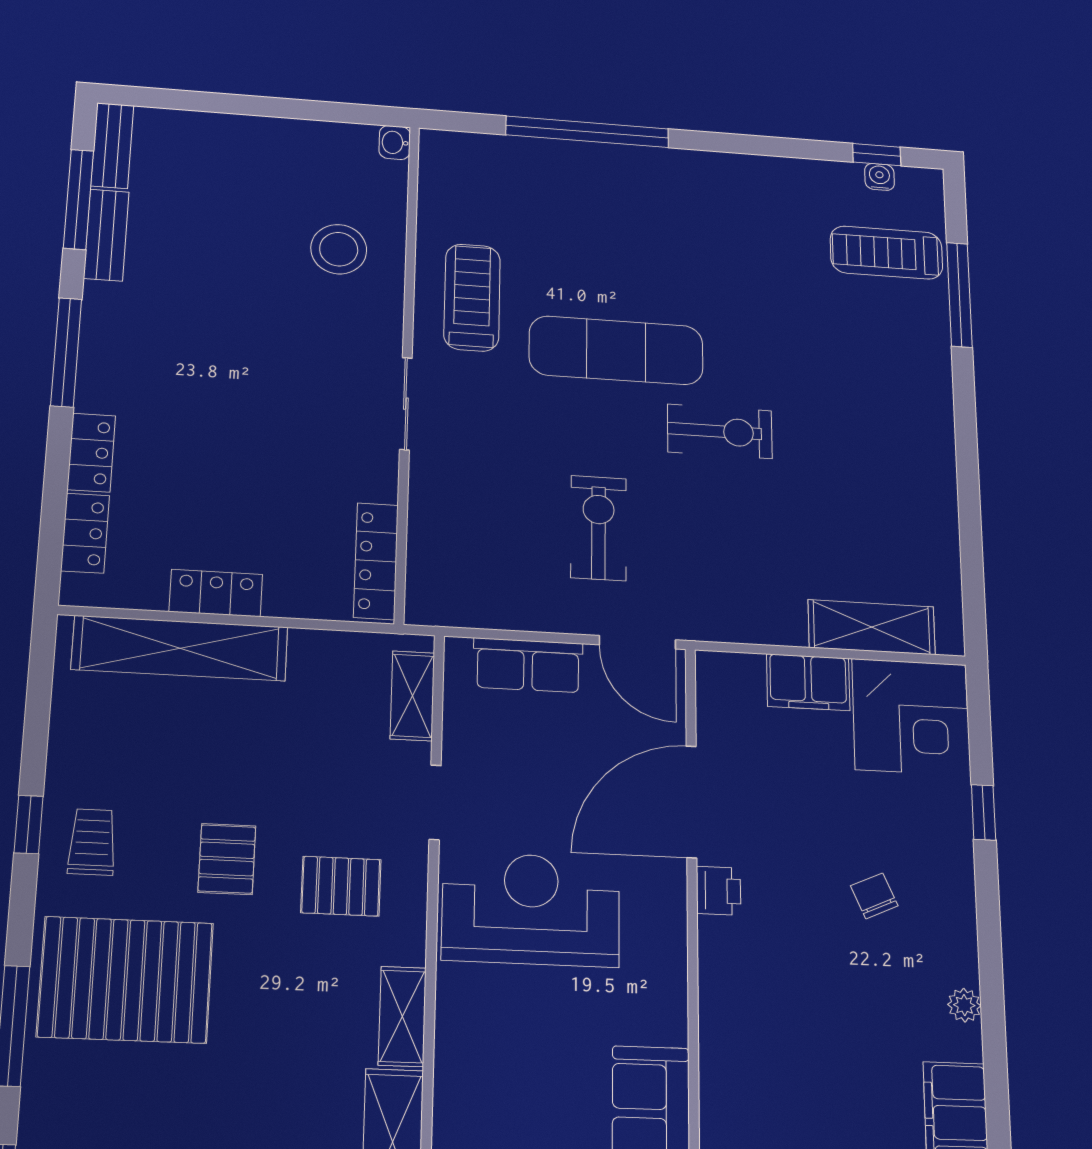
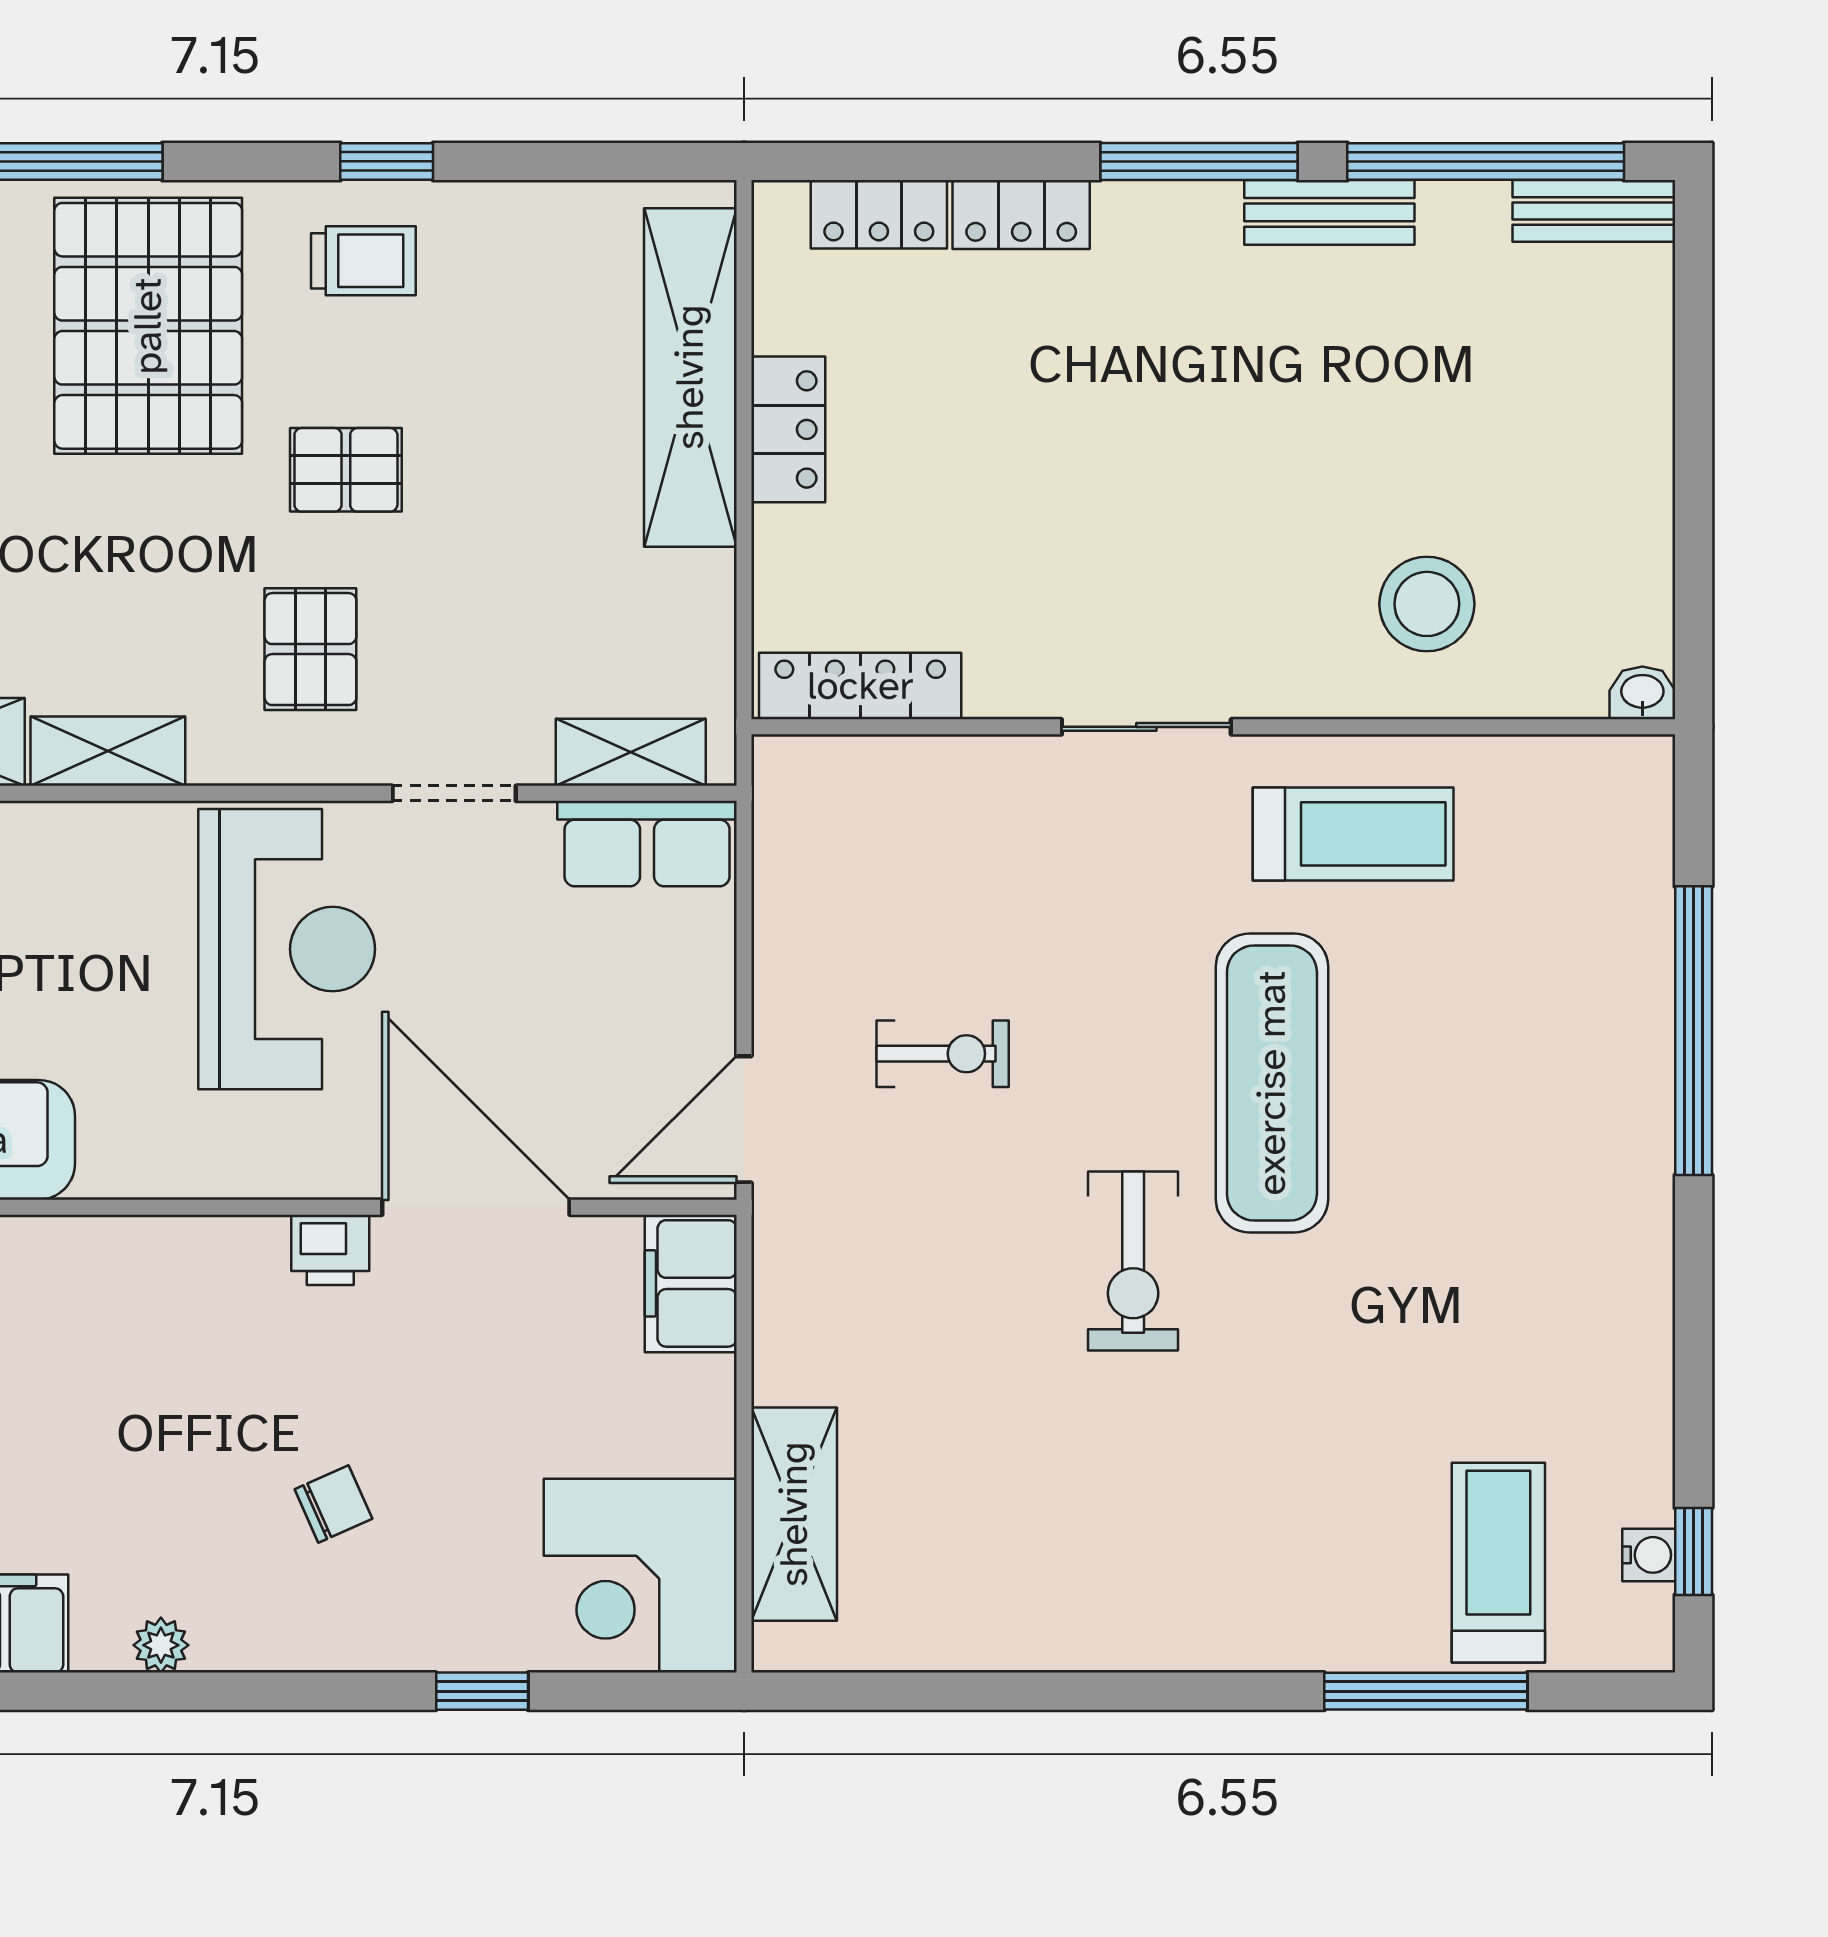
window: (78, 199) -> (1486, 161), width x1.46
bench: (106, 235) -> (1329, 212), moved
exercise bike: (598, 528) -> (943, 1054), width x0.73, depth x0.72
row of seats: (528, 665) -> (647, 844), moved, turned -90
filing cabinet: (808, 682) -> (691, 1283), moved

